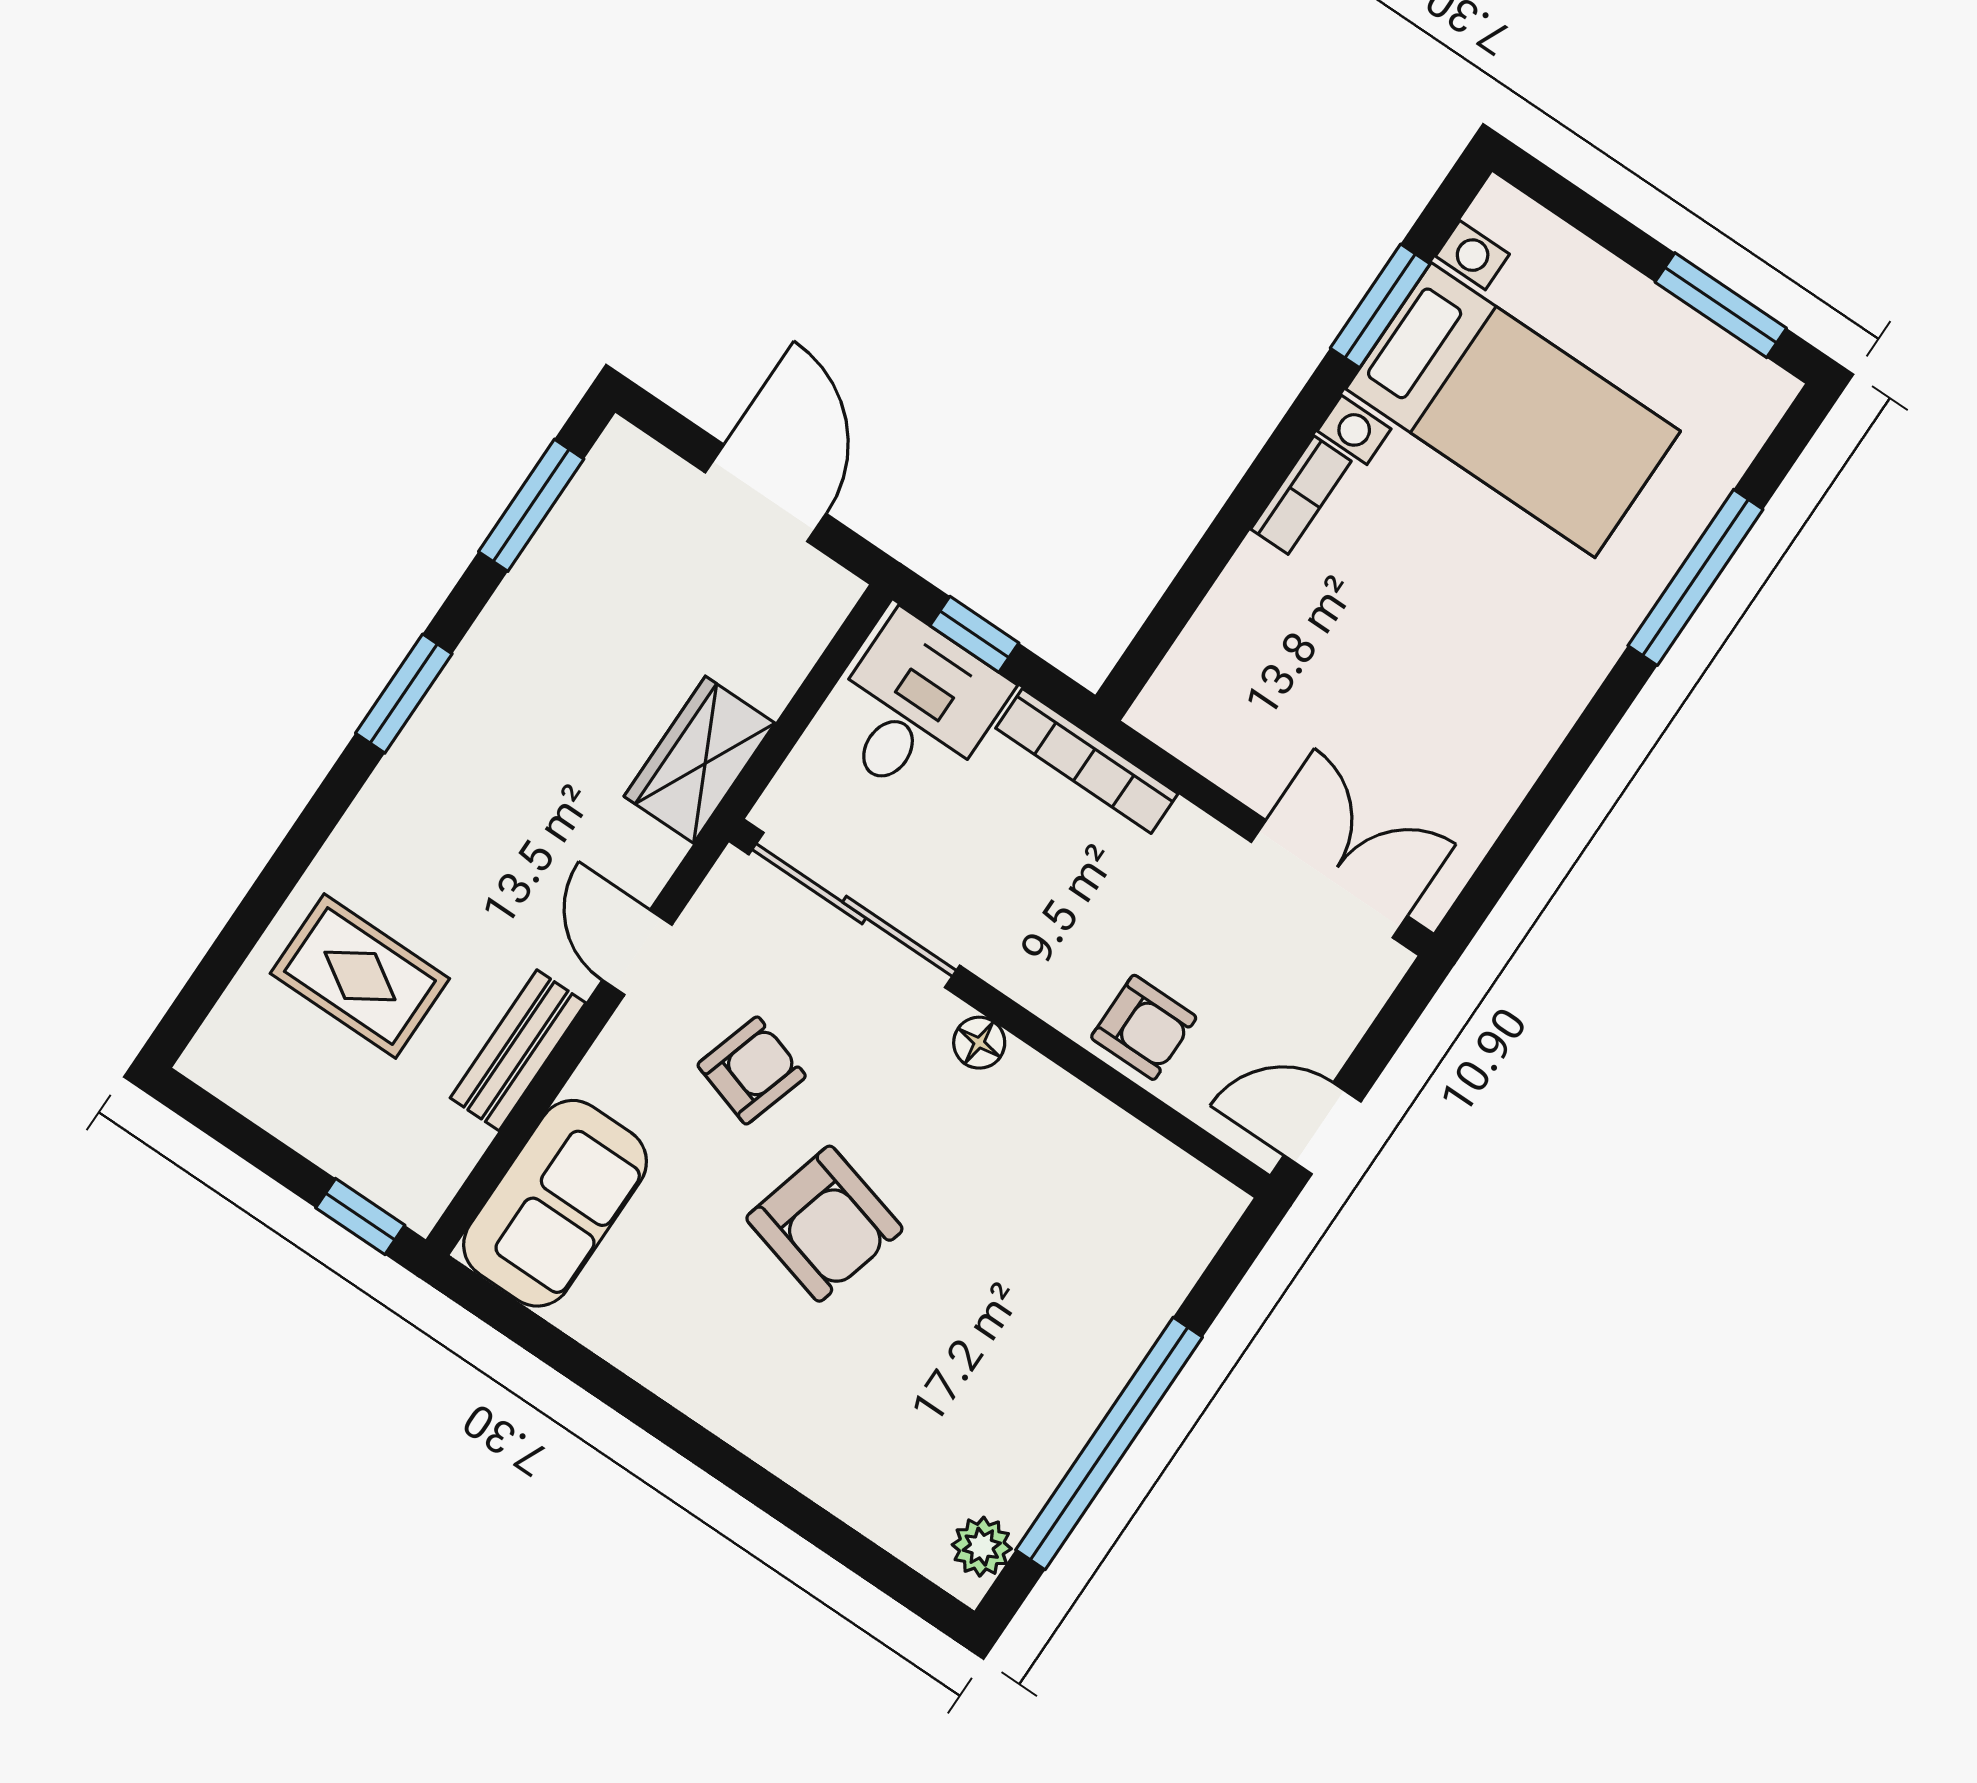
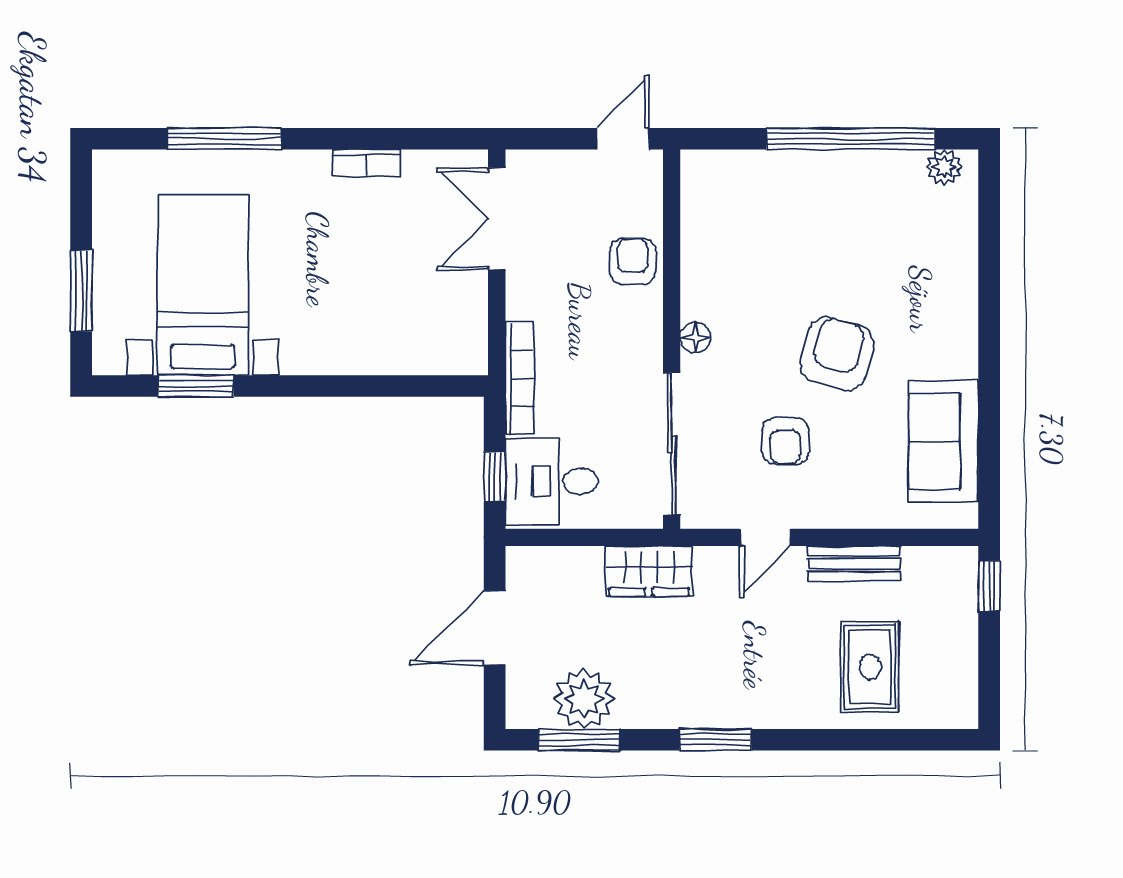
window: (1721, 305) -> (81, 291), moved
bookcase: (1301, 495) -> (366, 163), moved, turned 180
plant: (583, 550) -> (584, 699), added
armchair: (752, 1070) -> (785, 441), turned -107
door: (1322, 1128) -> (623, 139), swing flipped
sofa: (555, 1203) -> (943, 441), moved, turned -90

